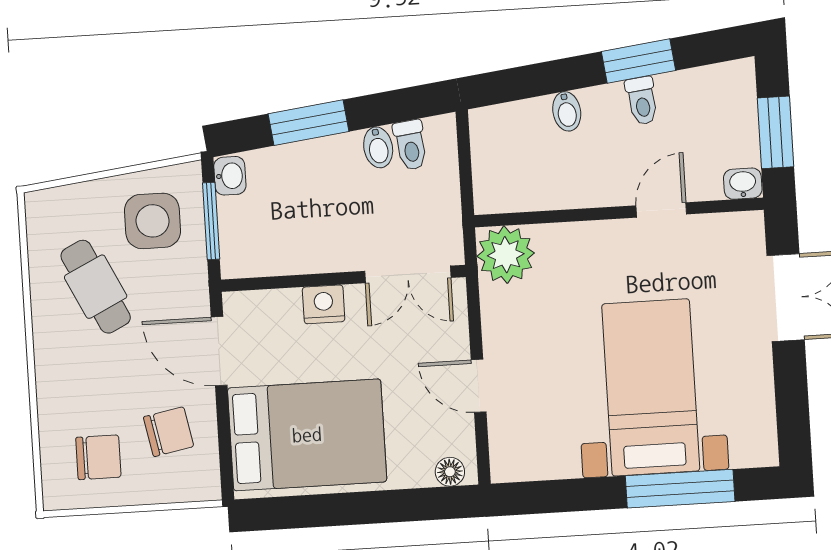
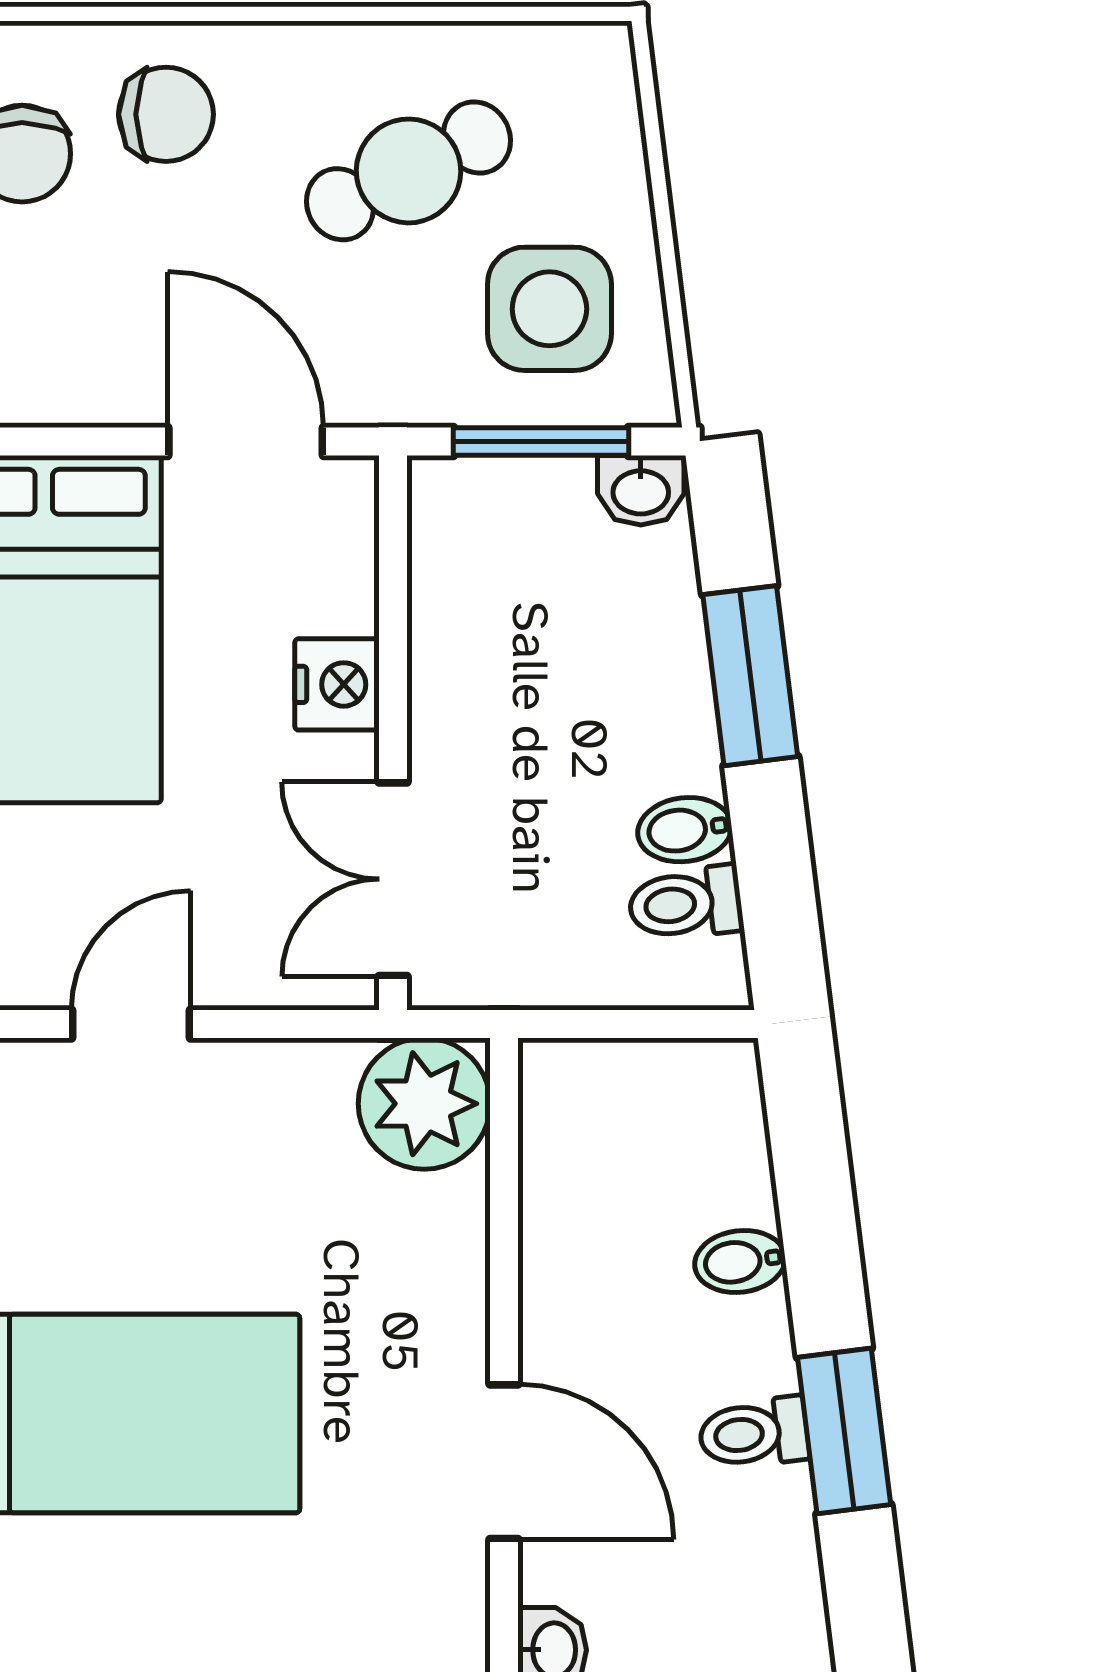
door: (661, 210) -> (504, 1462), width x1.38
door: (219, 351) -> (246, 441), hinge flipped
chair: (169, 432) -> (166, 114), moved, turned -79

